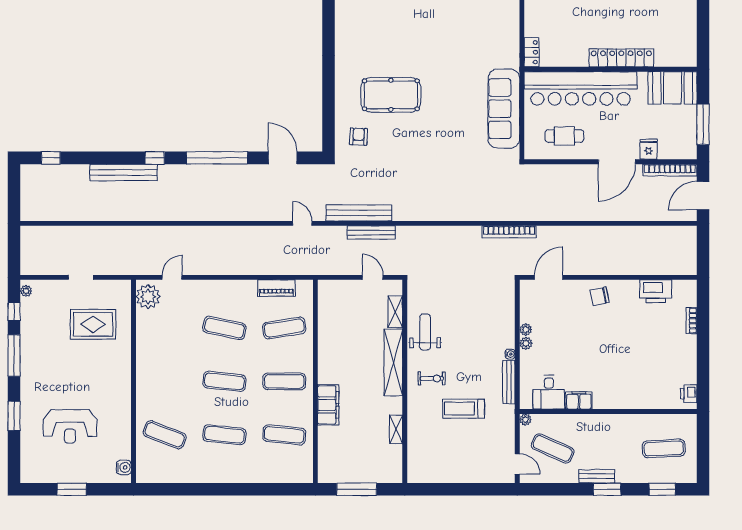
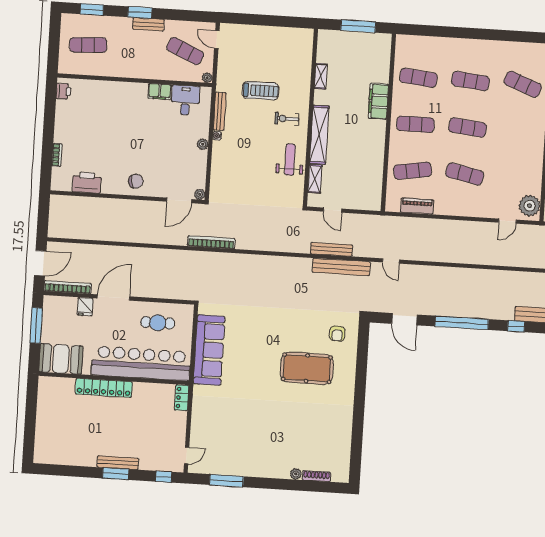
plant: (526, 330) -> (200, 194), moved
weight bench: (425, 332) -> (290, 160), turned 180

